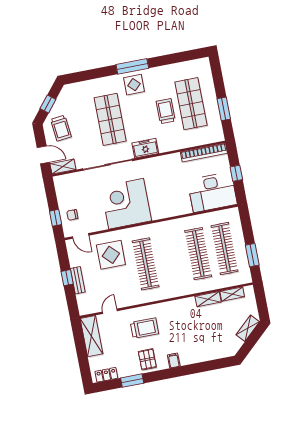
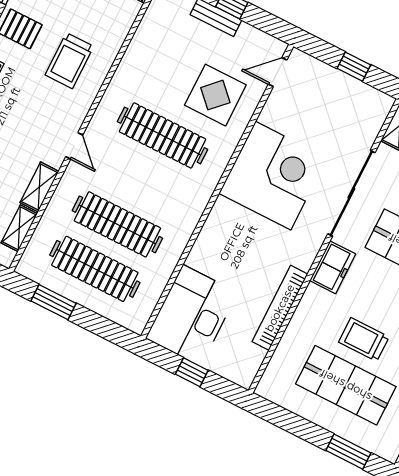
window: (224, 109) -> (348, 452), moved
trolley: (166, 111) -> (364, 340), turned 180
bookcase: (204, 153) -> (280, 308), moved
chair: (72, 215) -> (318, 84), removed
window: (56, 218) -> (354, 67), moved
door: (110, 311) -> (74, 146), moved

